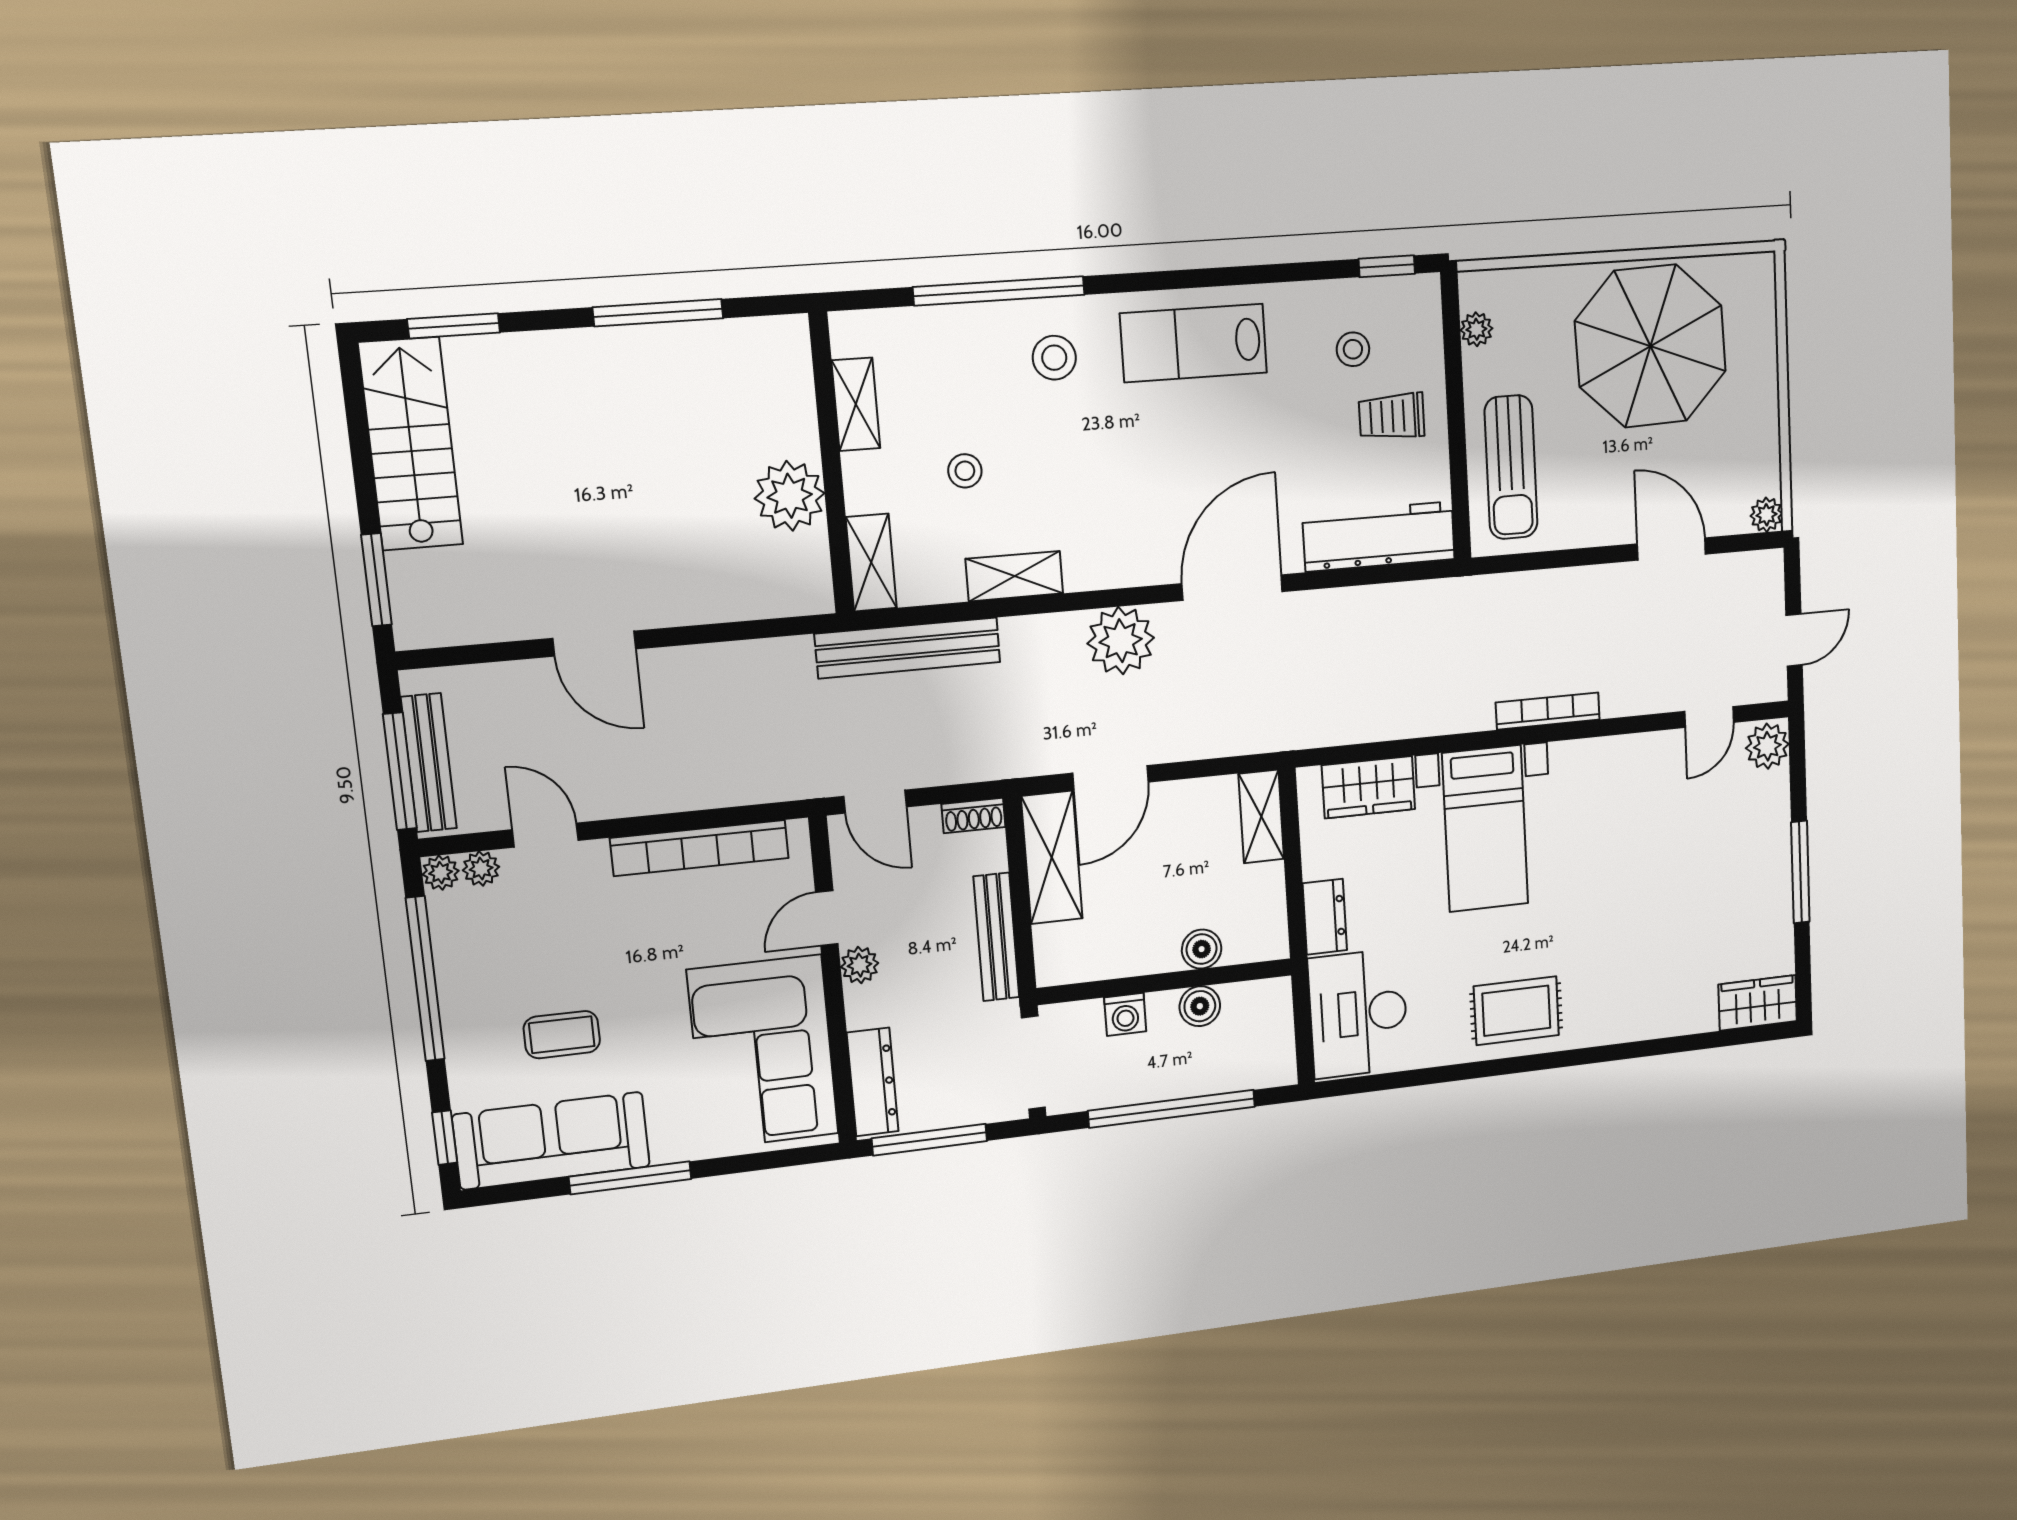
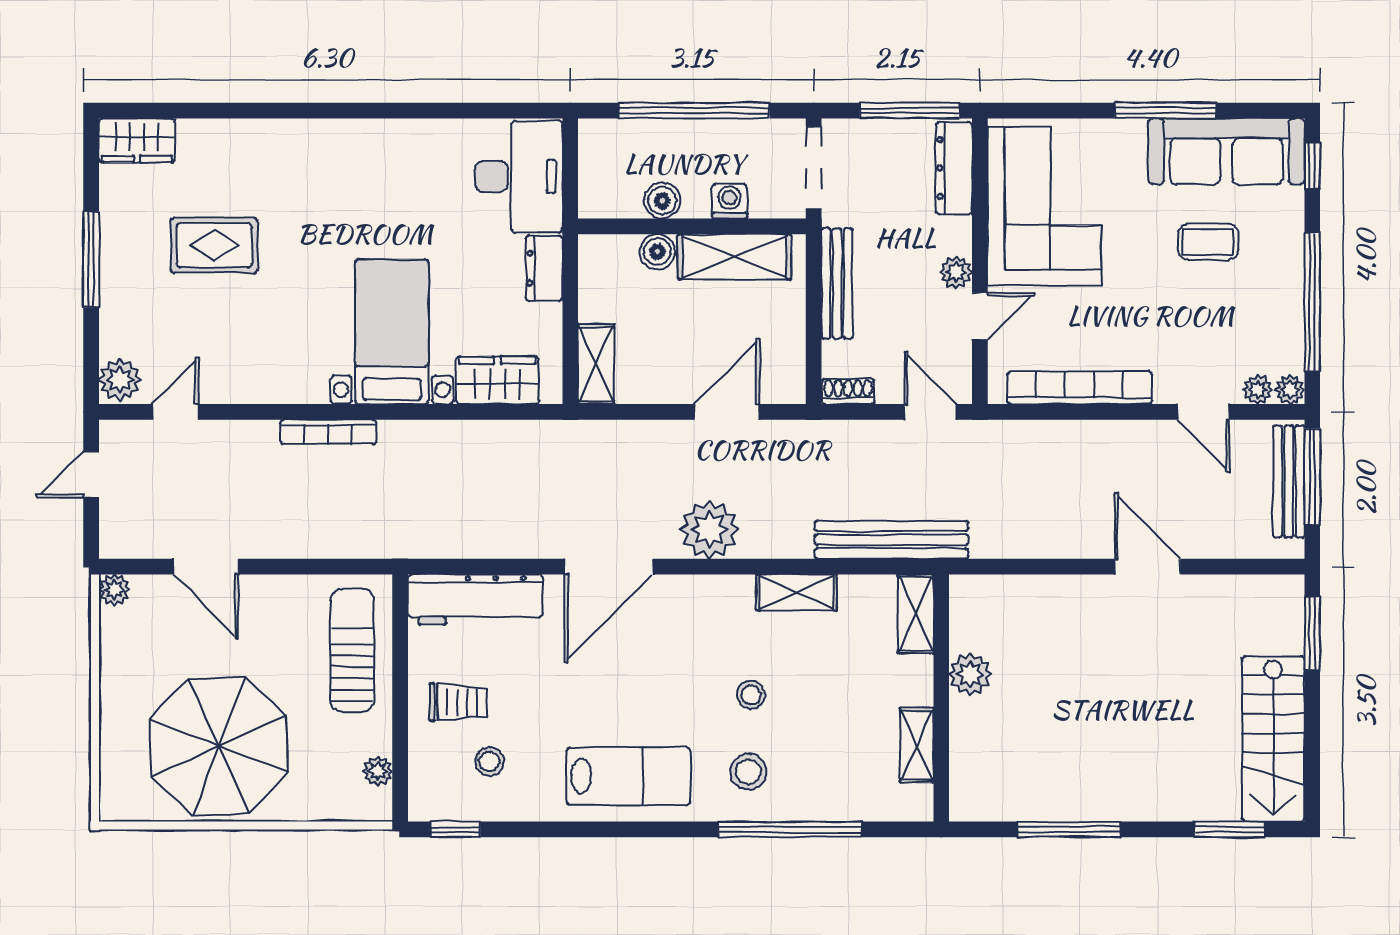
stool: (965, 471) -> (751, 695), moved
plant: (790, 496) -> (970, 674), width x0.73, depth x0.73
shelving: (1052, 858) -> (735, 257), moved, turned 90
rug: (1516, 1011) -> (214, 245), moved

